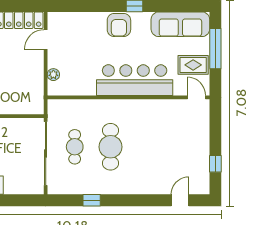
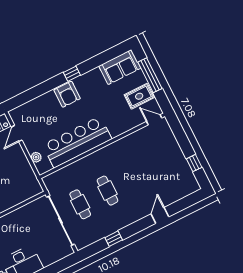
sofa: (180, 24) -> (120, 67), width x0.73
bar counter: (135, 80) -> (77, 142), moved
cafe table: (111, 147) -> (108, 191), width x0.73, depth x0.74
door: (180, 200) -> (160, 215), moved

